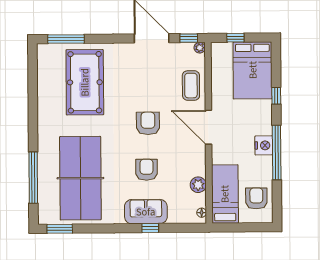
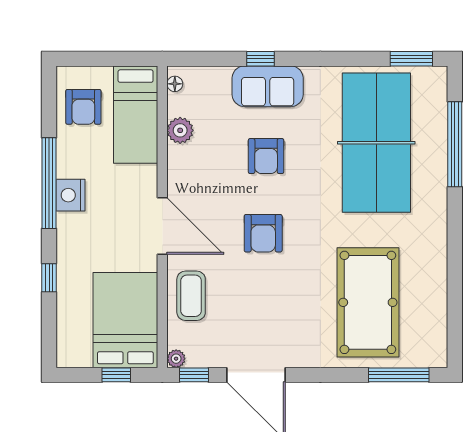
bed: (253, 70) -> (125, 320), moved

